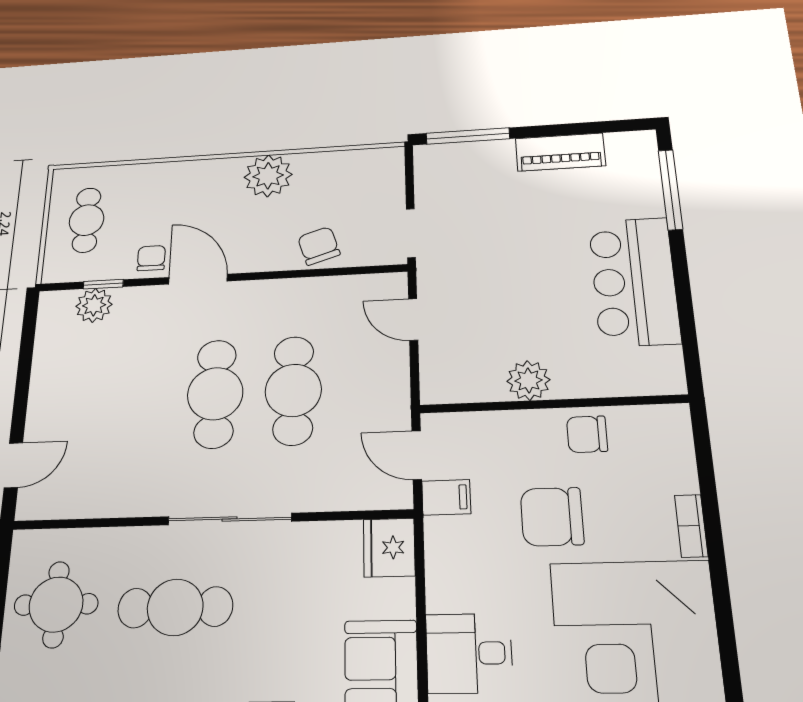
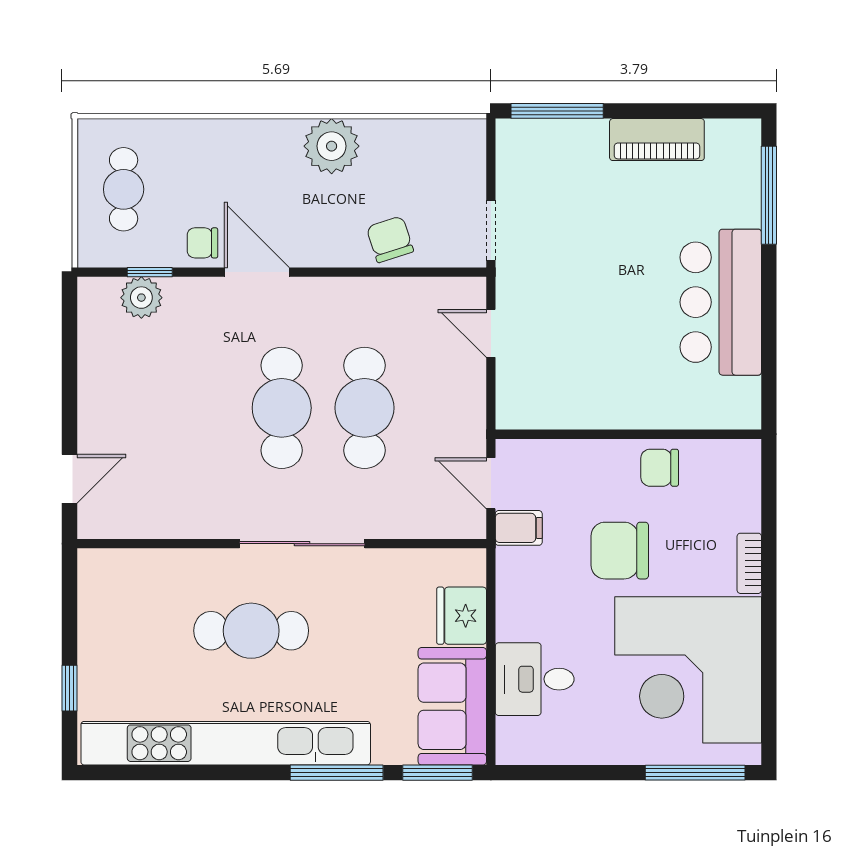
chair: (151, 258) -> (202, 243), turned -90
plant: (528, 380) -> (606, 408), removed
fridge: (389, 548) -> (462, 616), moved
round table: (56, 604) -> (130, 625), removed

